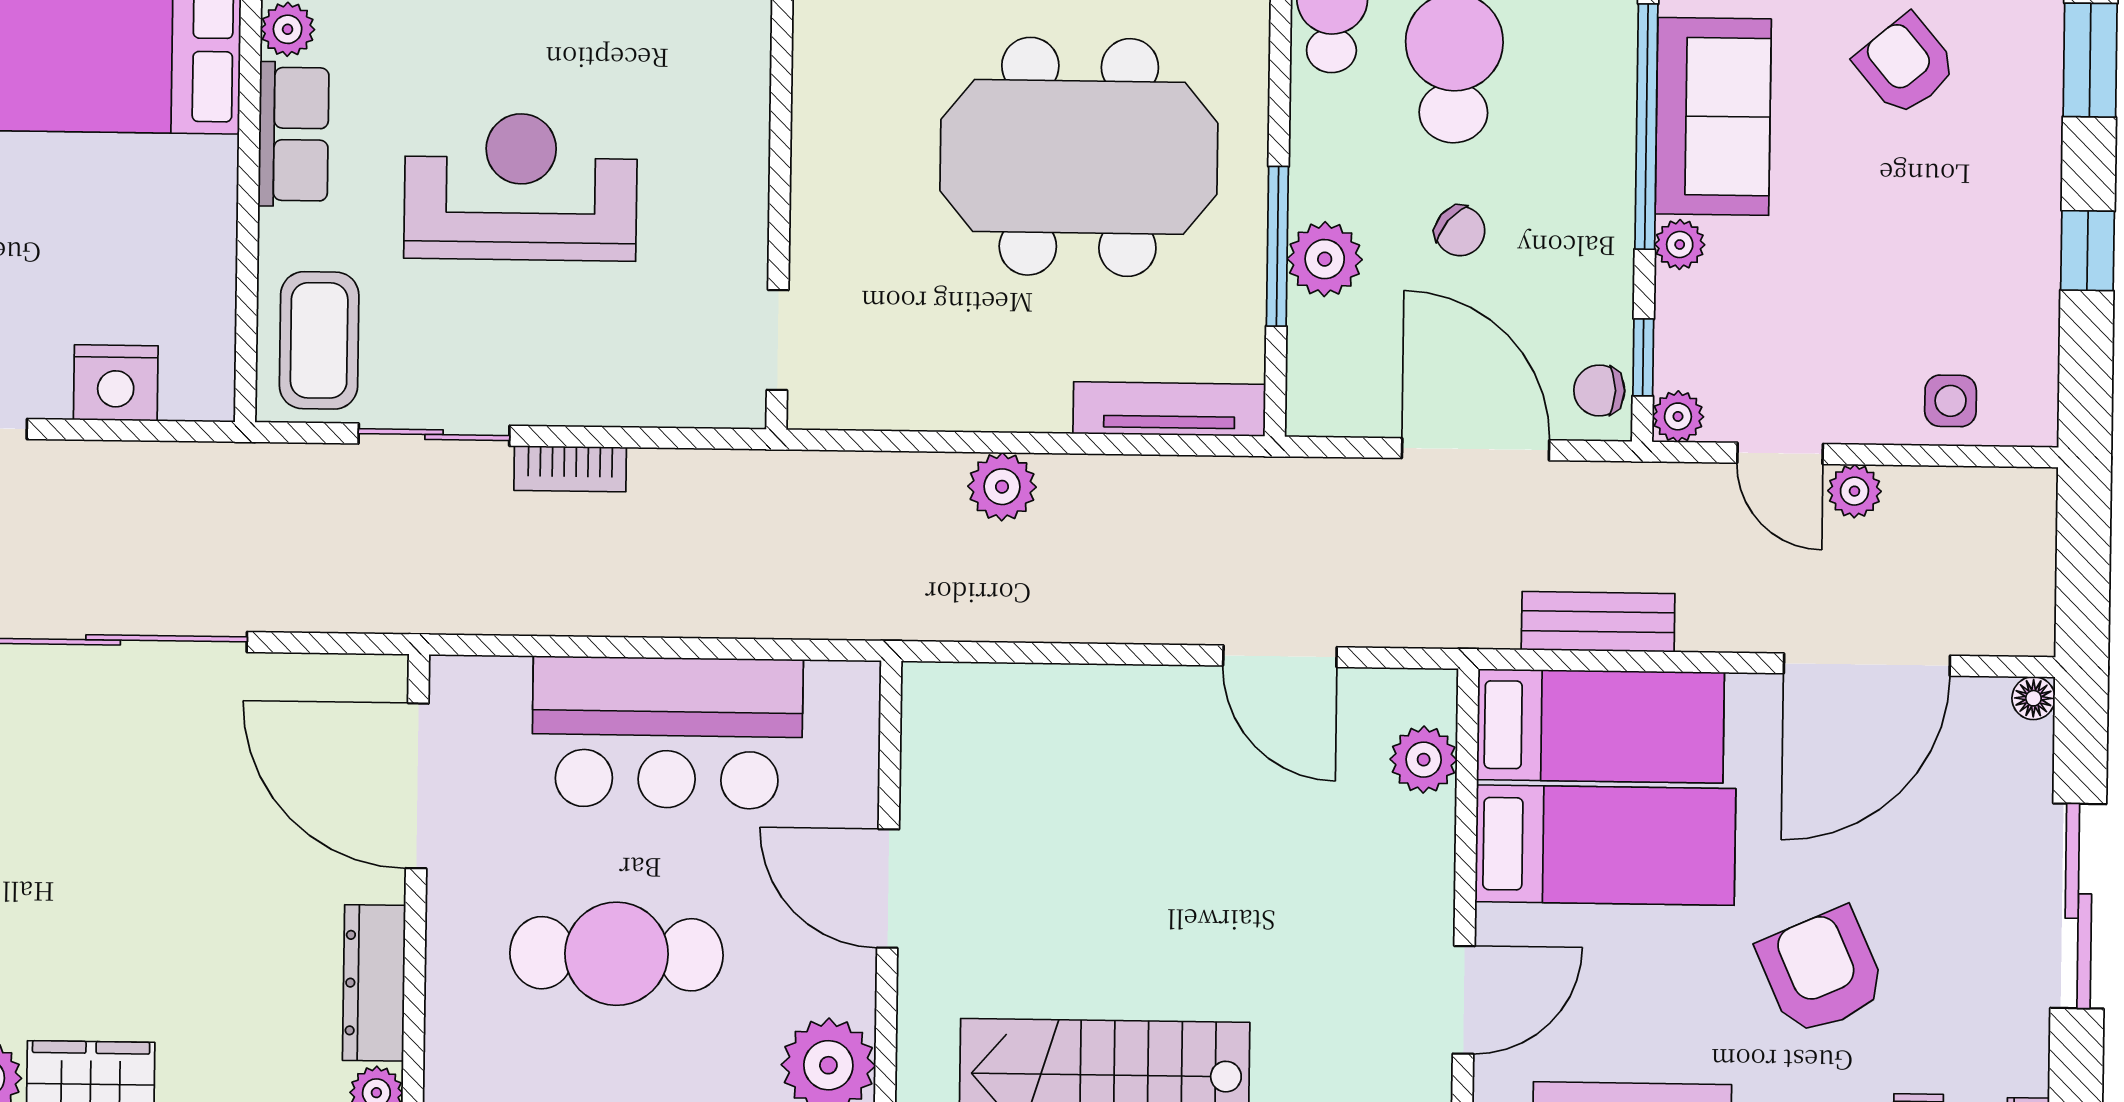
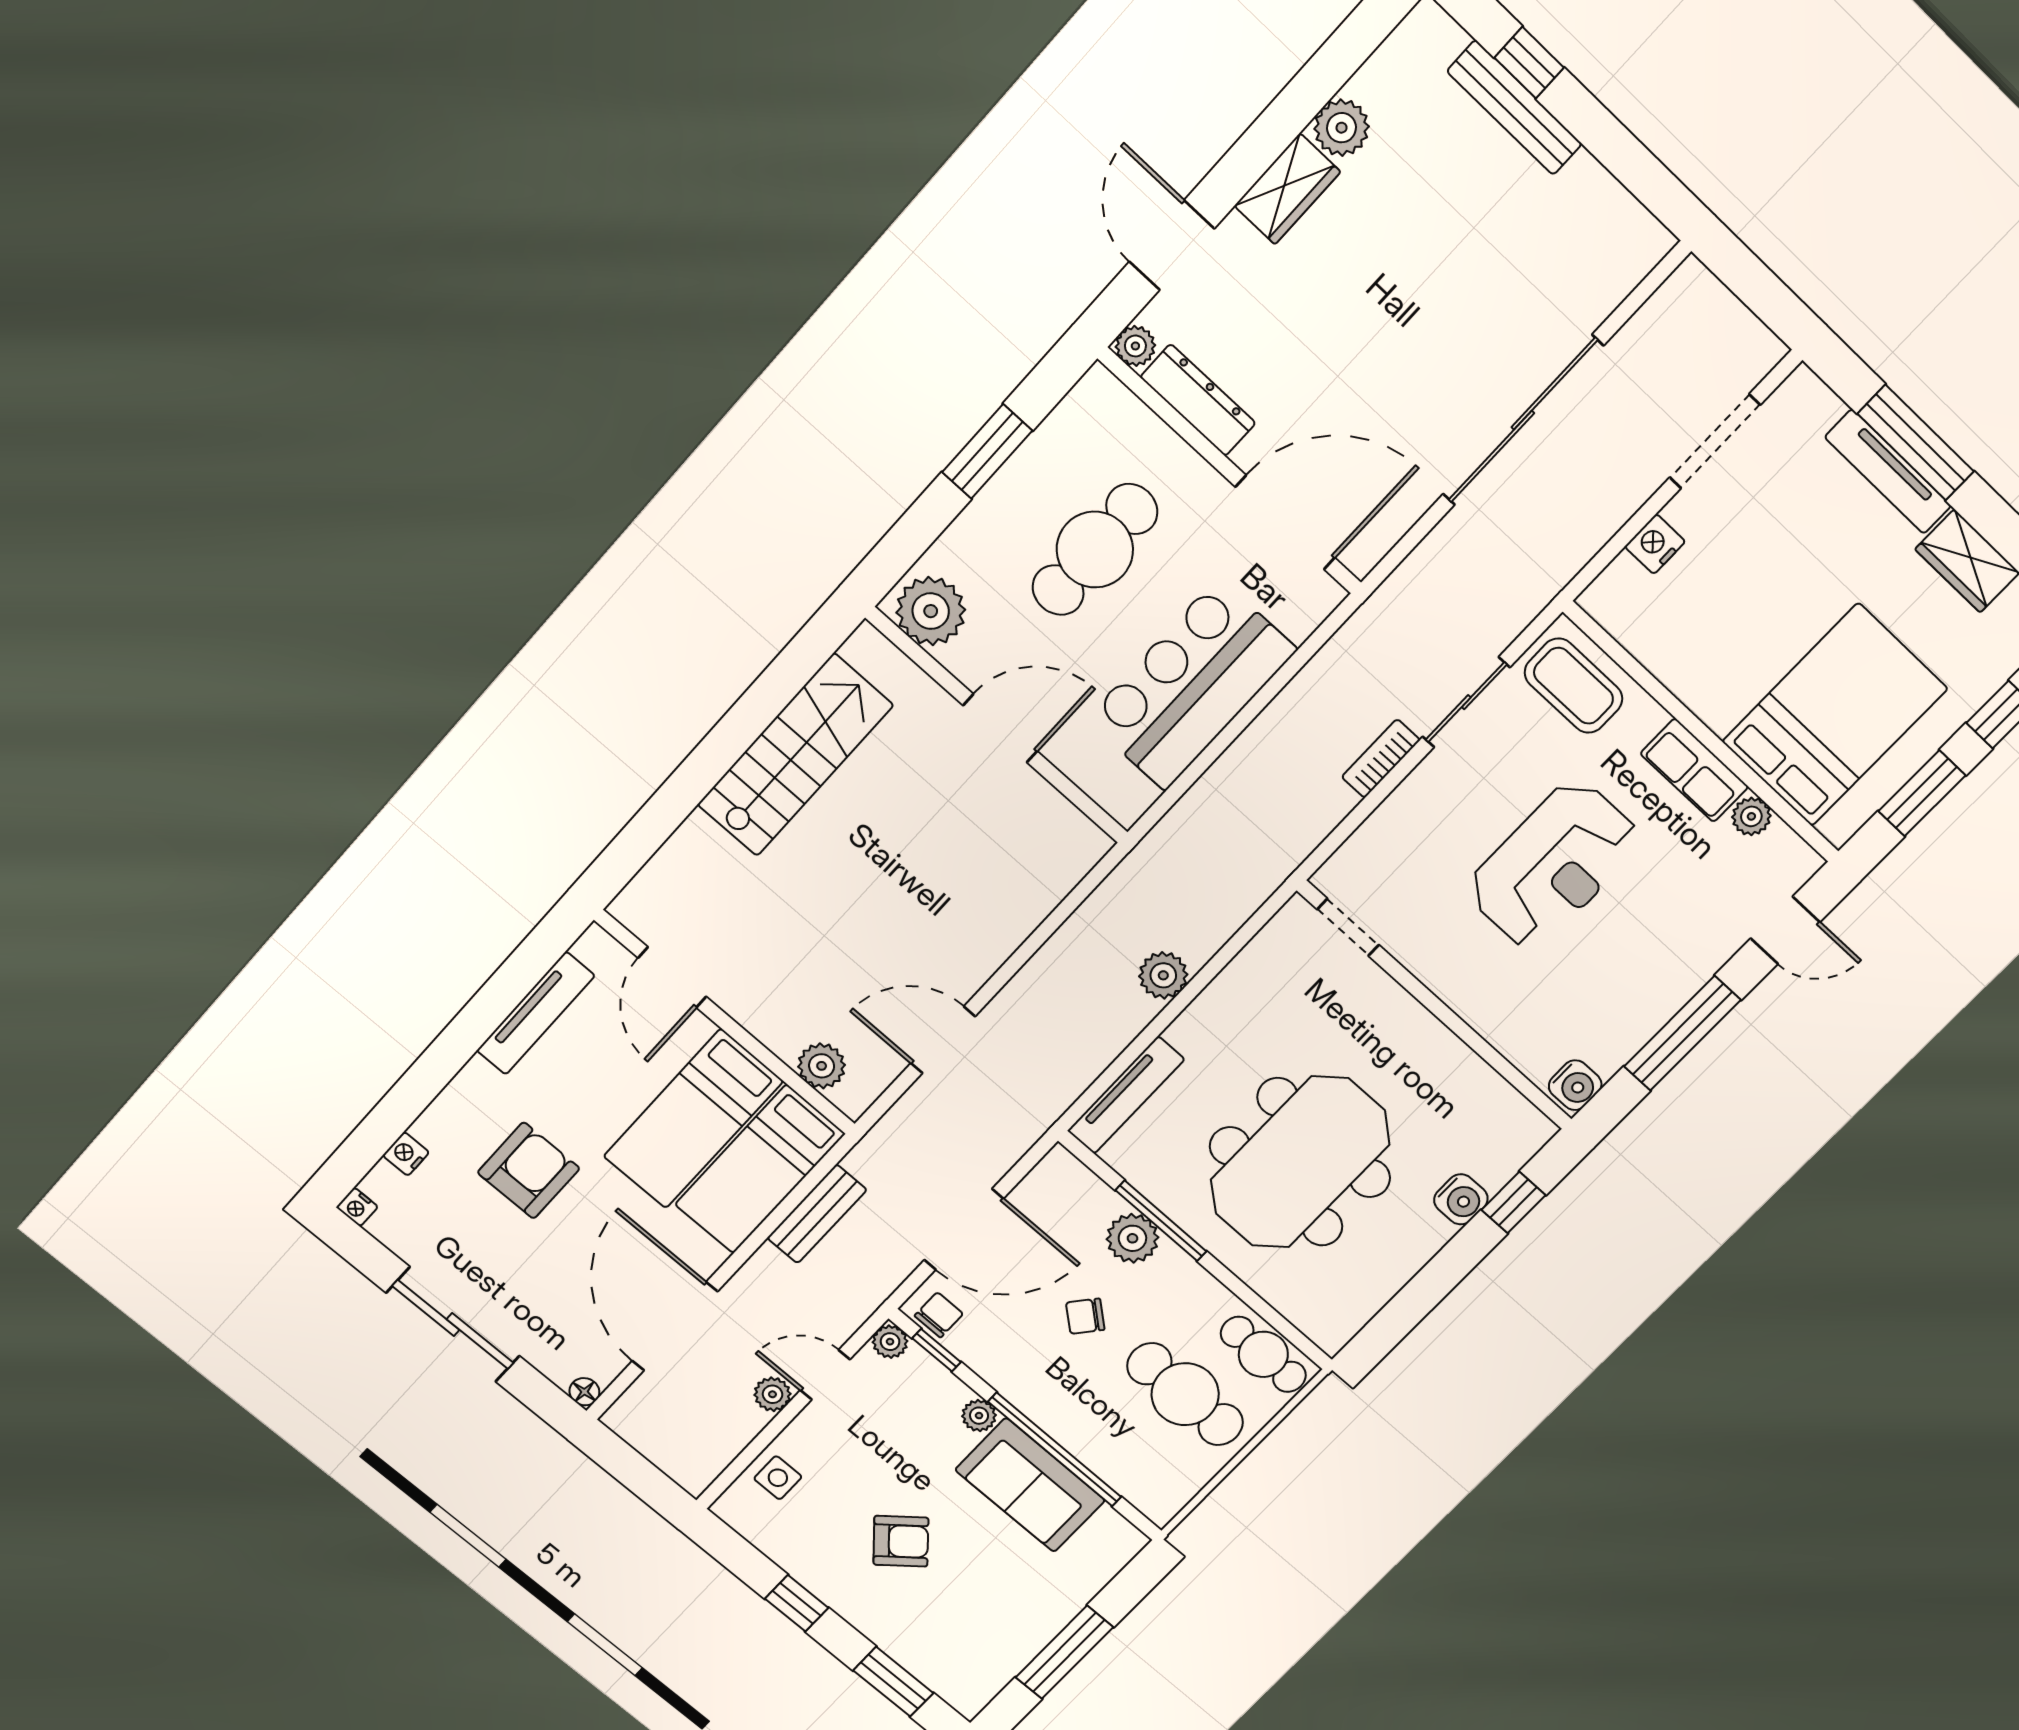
armchair: (1905, 65) -> (901, 1541), moved
nightstand: (116, 383) -> (1655, 544), width x0.74, depth x0.75
armchair: (1822, 971) -> (529, 1170), turned -66

